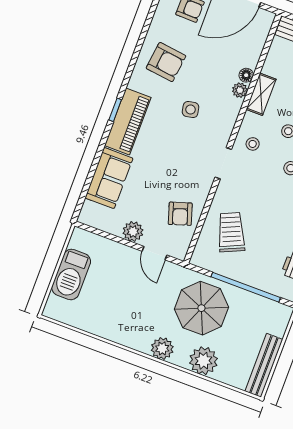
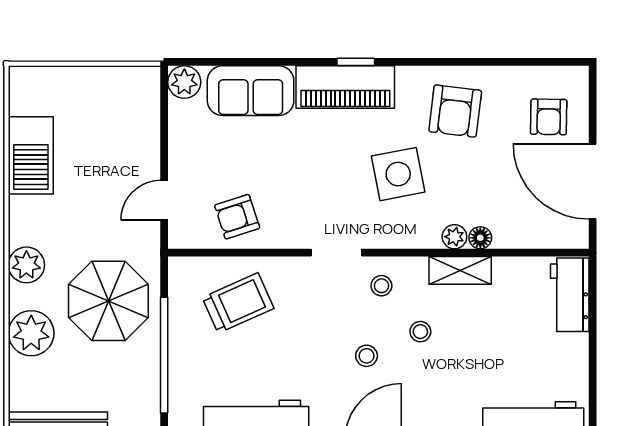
side table: (191, 110) -> (398, 174), width x1.87, depth x1.87
plant: (133, 232) -> (184, 82), moved
barbecue: (71, 274) -> (31, 155), moved, turned -90

